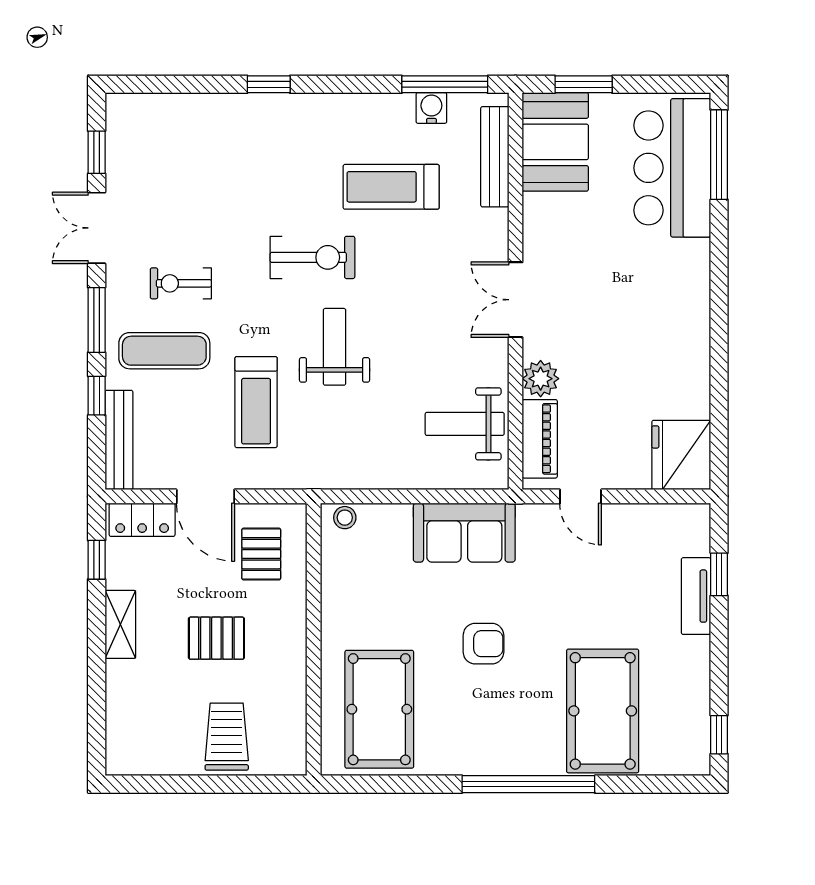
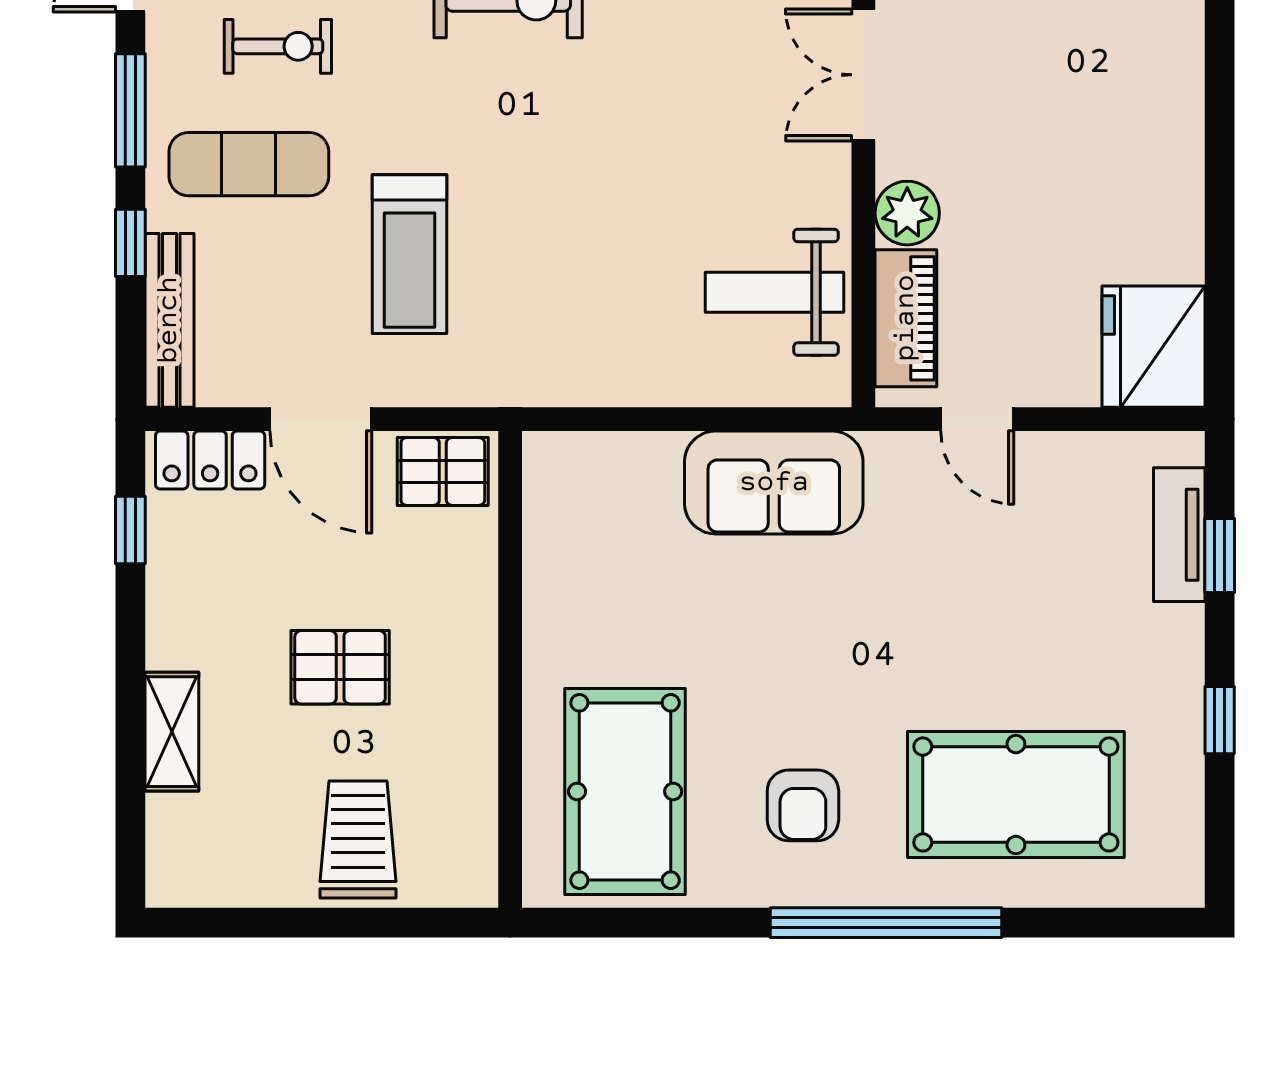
exercise bike: (181, 283) -> (278, 46), turned 180
weight bench: (335, 347) -> (547, 157), removed
stool: (345, 518) -> (565, 456), removed
pallet: (261, 554) -> (443, 471), moved, turned 90
tv unit: (696, 596) -> (1179, 535), moved
shelving: (120, 624) -> (172, 732), moved
armchair: (483, 644) -> (803, 805), moved, turned 90
pool table: (603, 711) -> (1016, 794), turned 90
window: (719, 735) -> (1220, 720), moved

